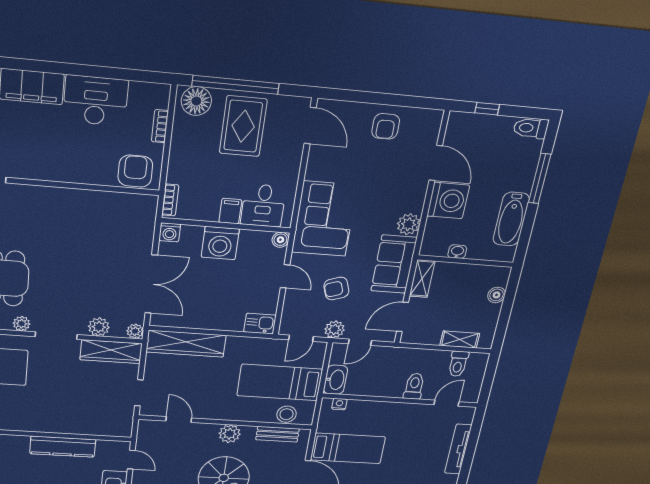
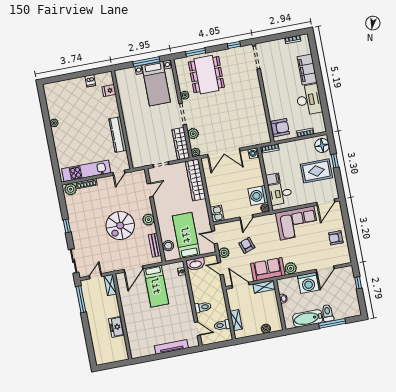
window: (235, 85) -> (335, 161), width x0.32
toilet: (531, 128) -> (328, 313), moved
corner sofa: (325, 219) -> (297, 223), moved
washing machine: (220, 243) -> (258, 196), moved

